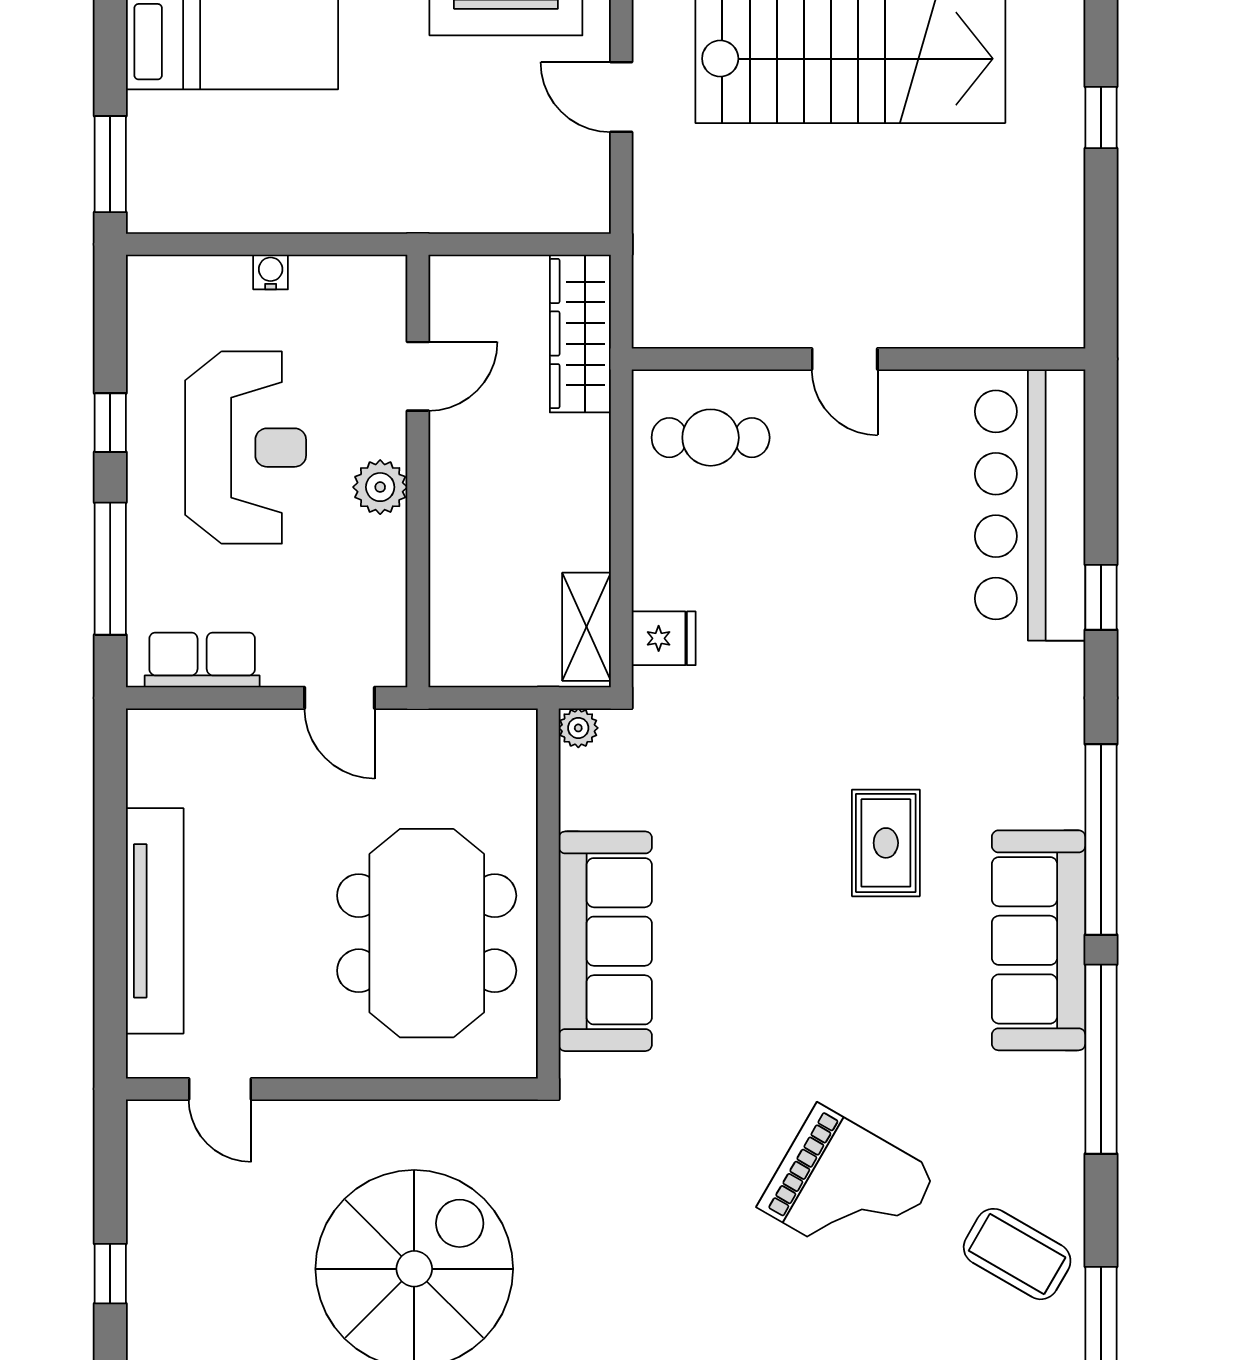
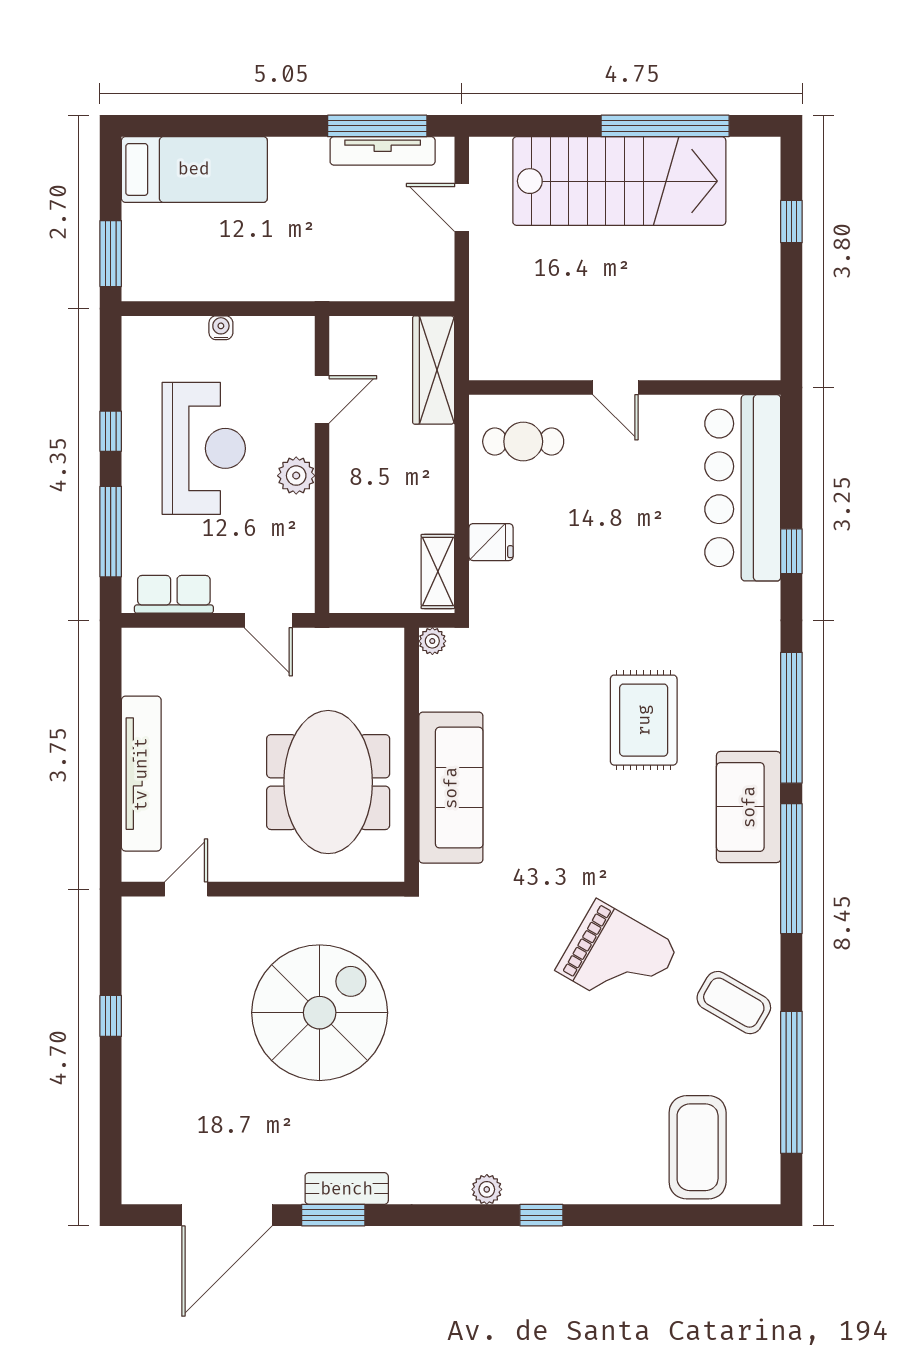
fridge: (664, 638) -> (491, 542), moved
rug: (886, 843) -> (644, 720), width x1.36, depth x1.43
sofa: (1039, 940) -> (749, 807), width x0.73
door: (220, 1089) -> (186, 889), swing flipped

